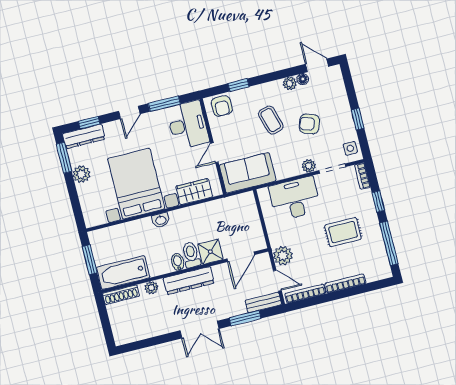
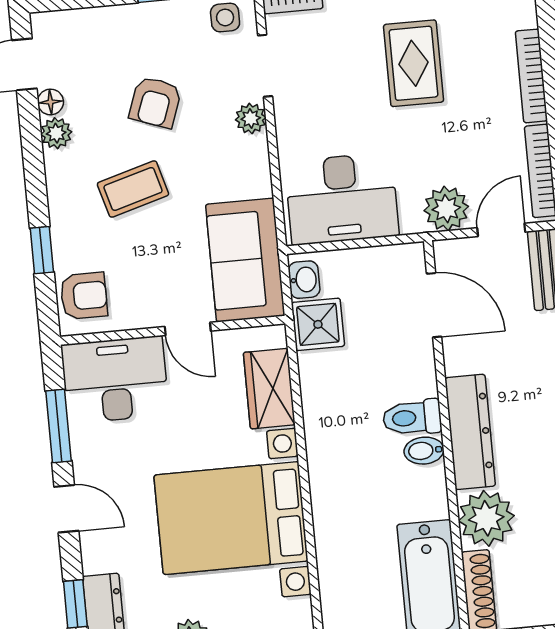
desk: (295, 199) -> (342, 199), moved, turned -90
washbasin: (161, 220) -> (304, 280), moved
shower: (210, 252) -> (318, 324), moved
plant: (151, 288) -> (486, 518), width x1.88, depth x1.88

